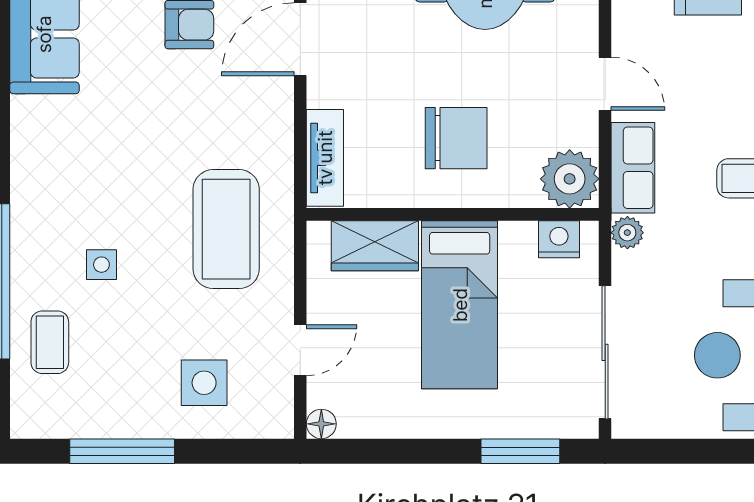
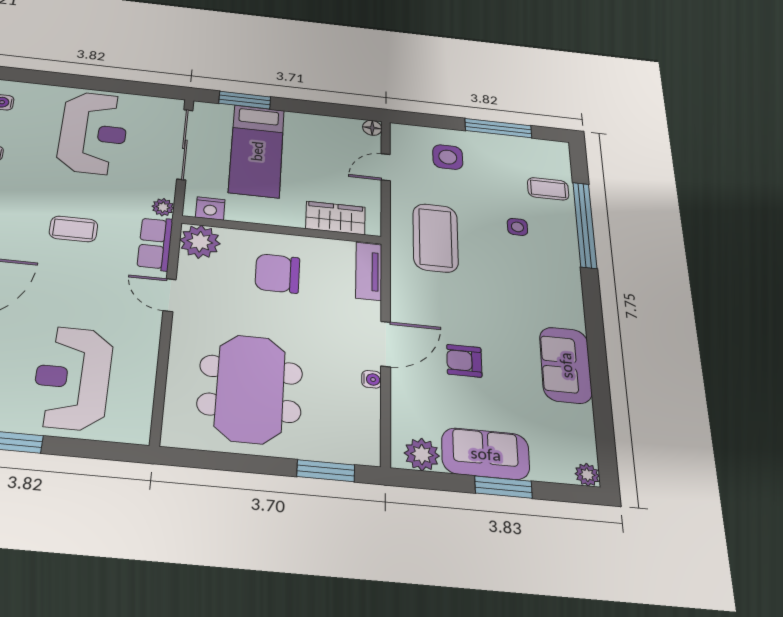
bed: (460, 305) -> (257, 151), moved, turned 180
coffee table: (50, 342) -> (548, 189), turned 90

